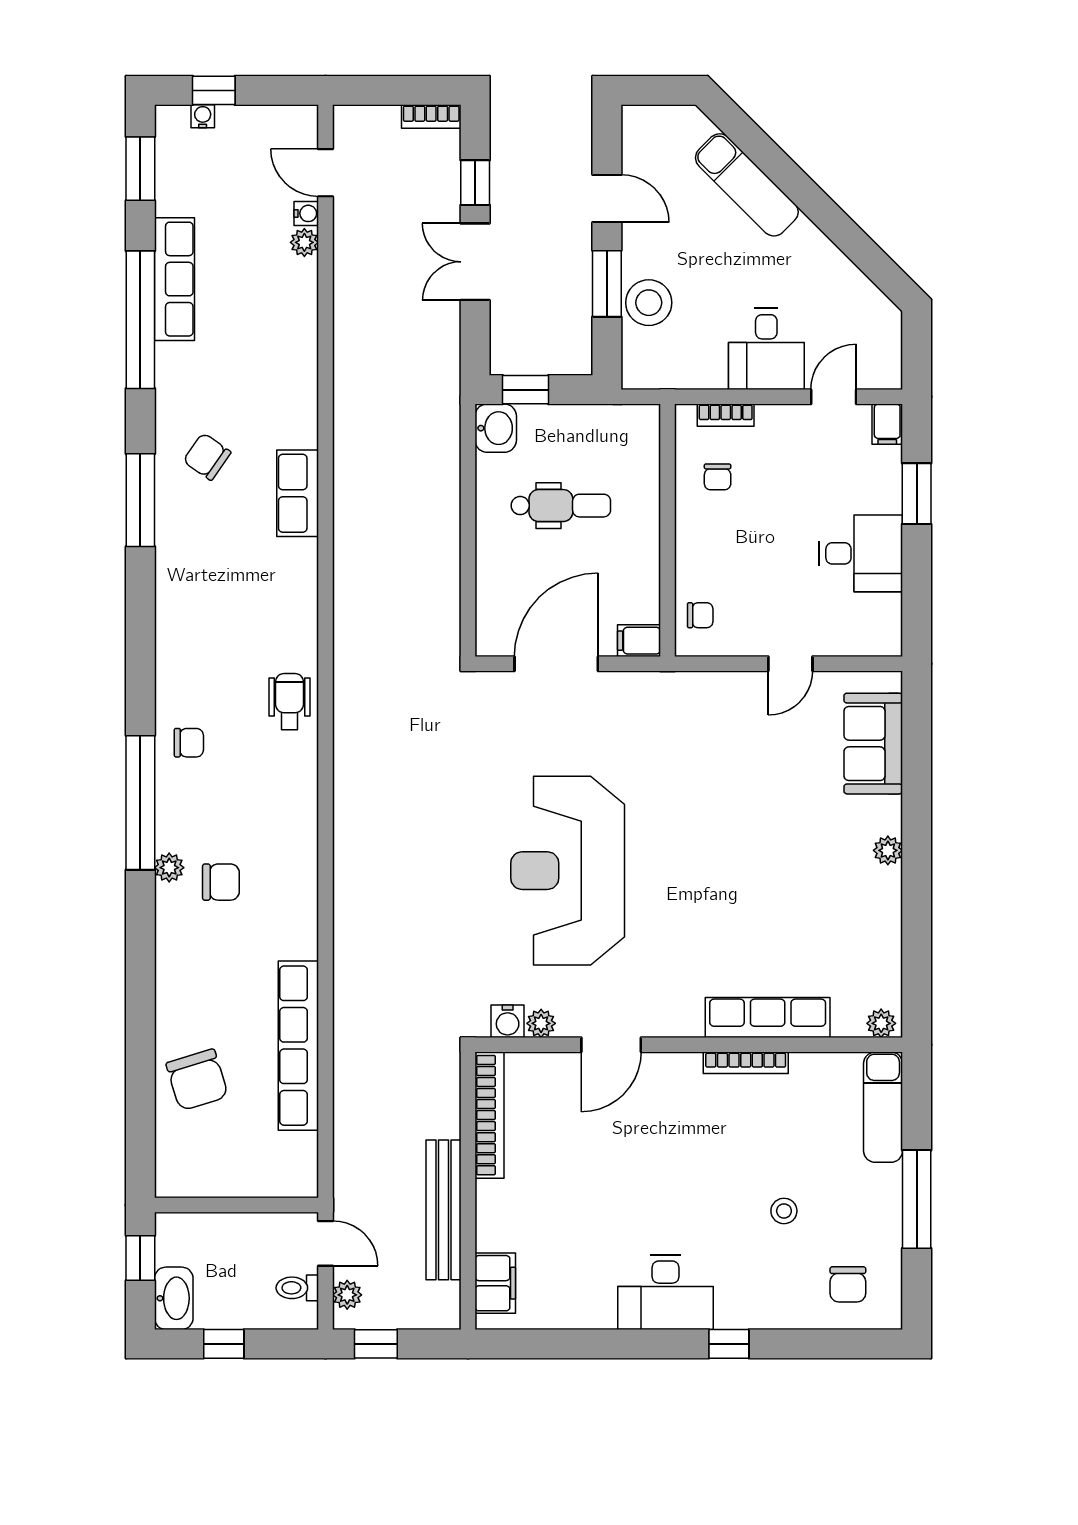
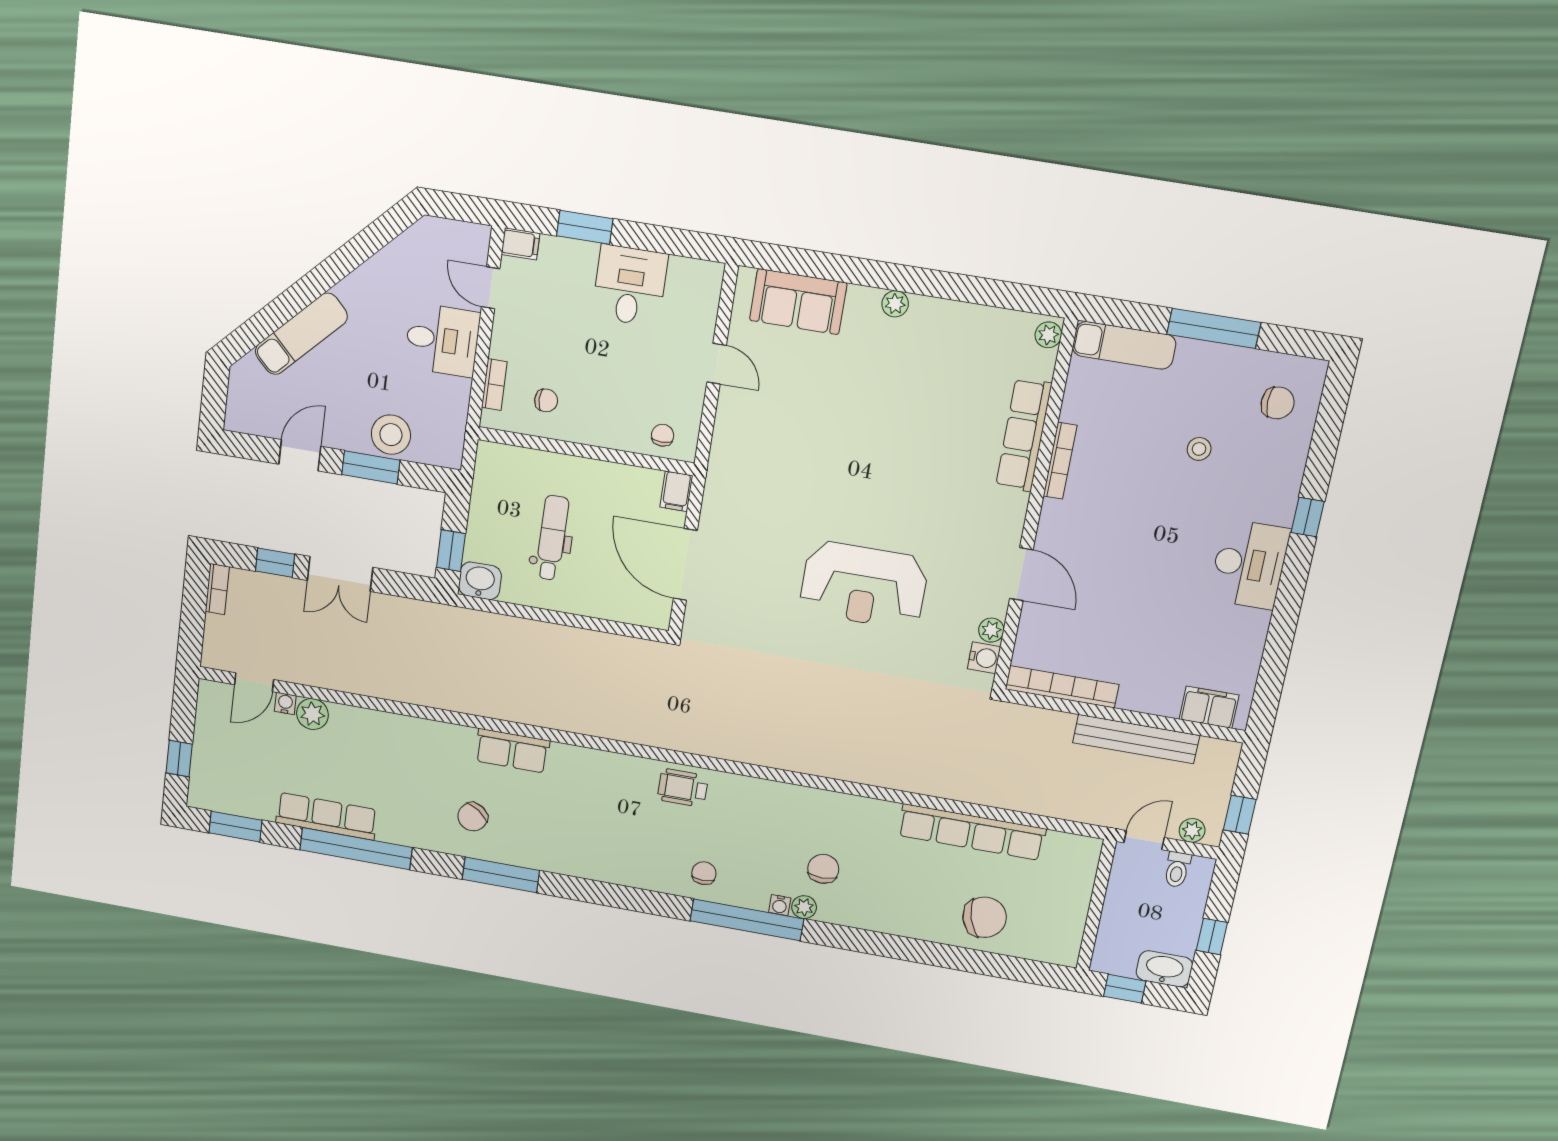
water cooler: (203, 116) -> (780, 905), moved, turned -90
plant: (304, 242) -> (312, 714), width x1.38, depth x1.38
reception desk: (568, 871) -> (864, 585), width x0.74, depth x0.77

